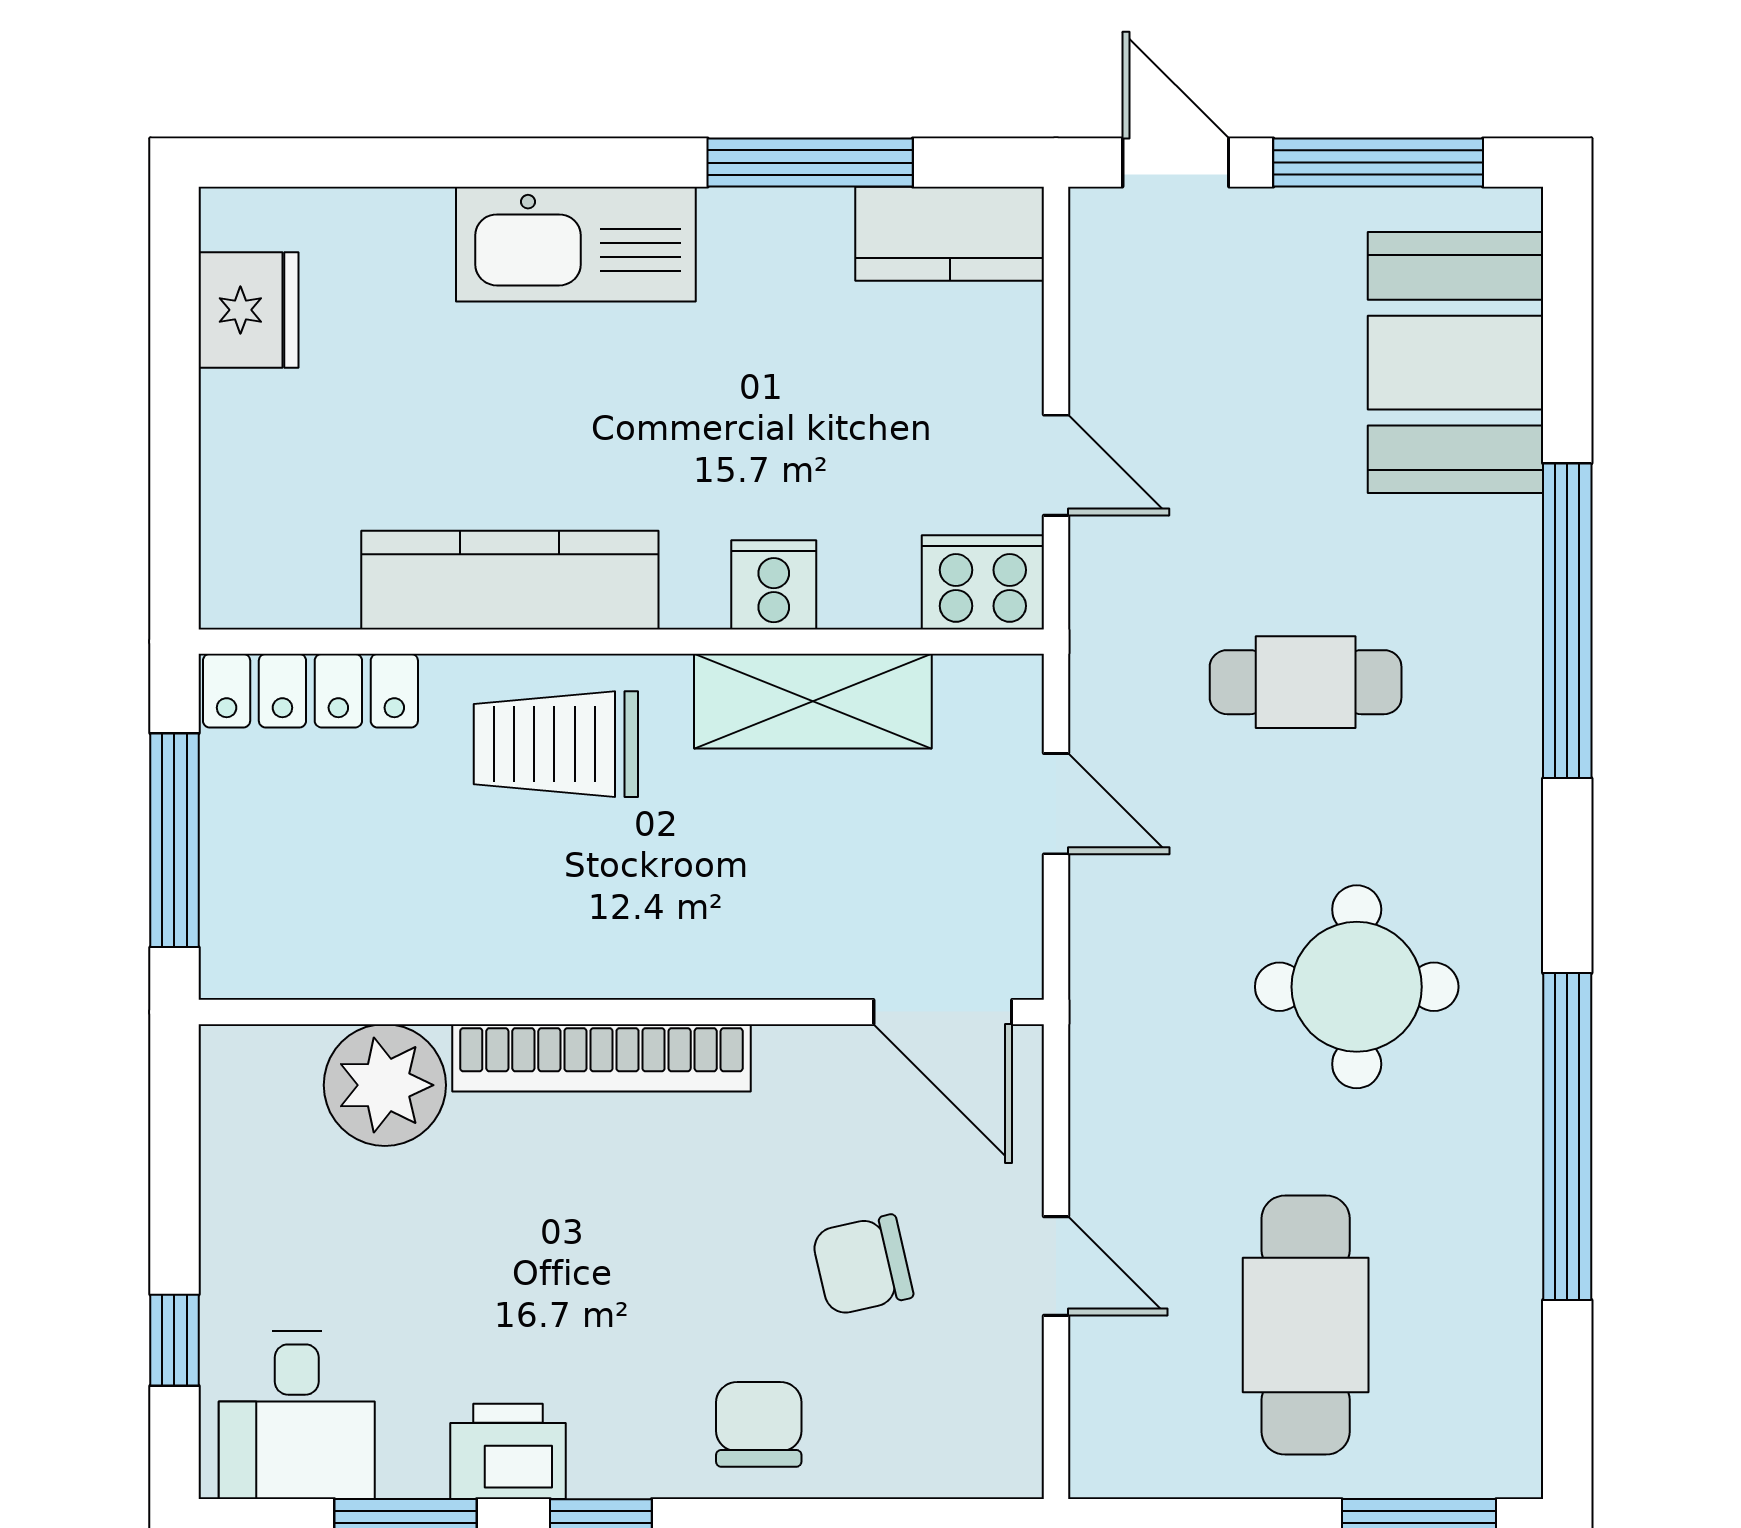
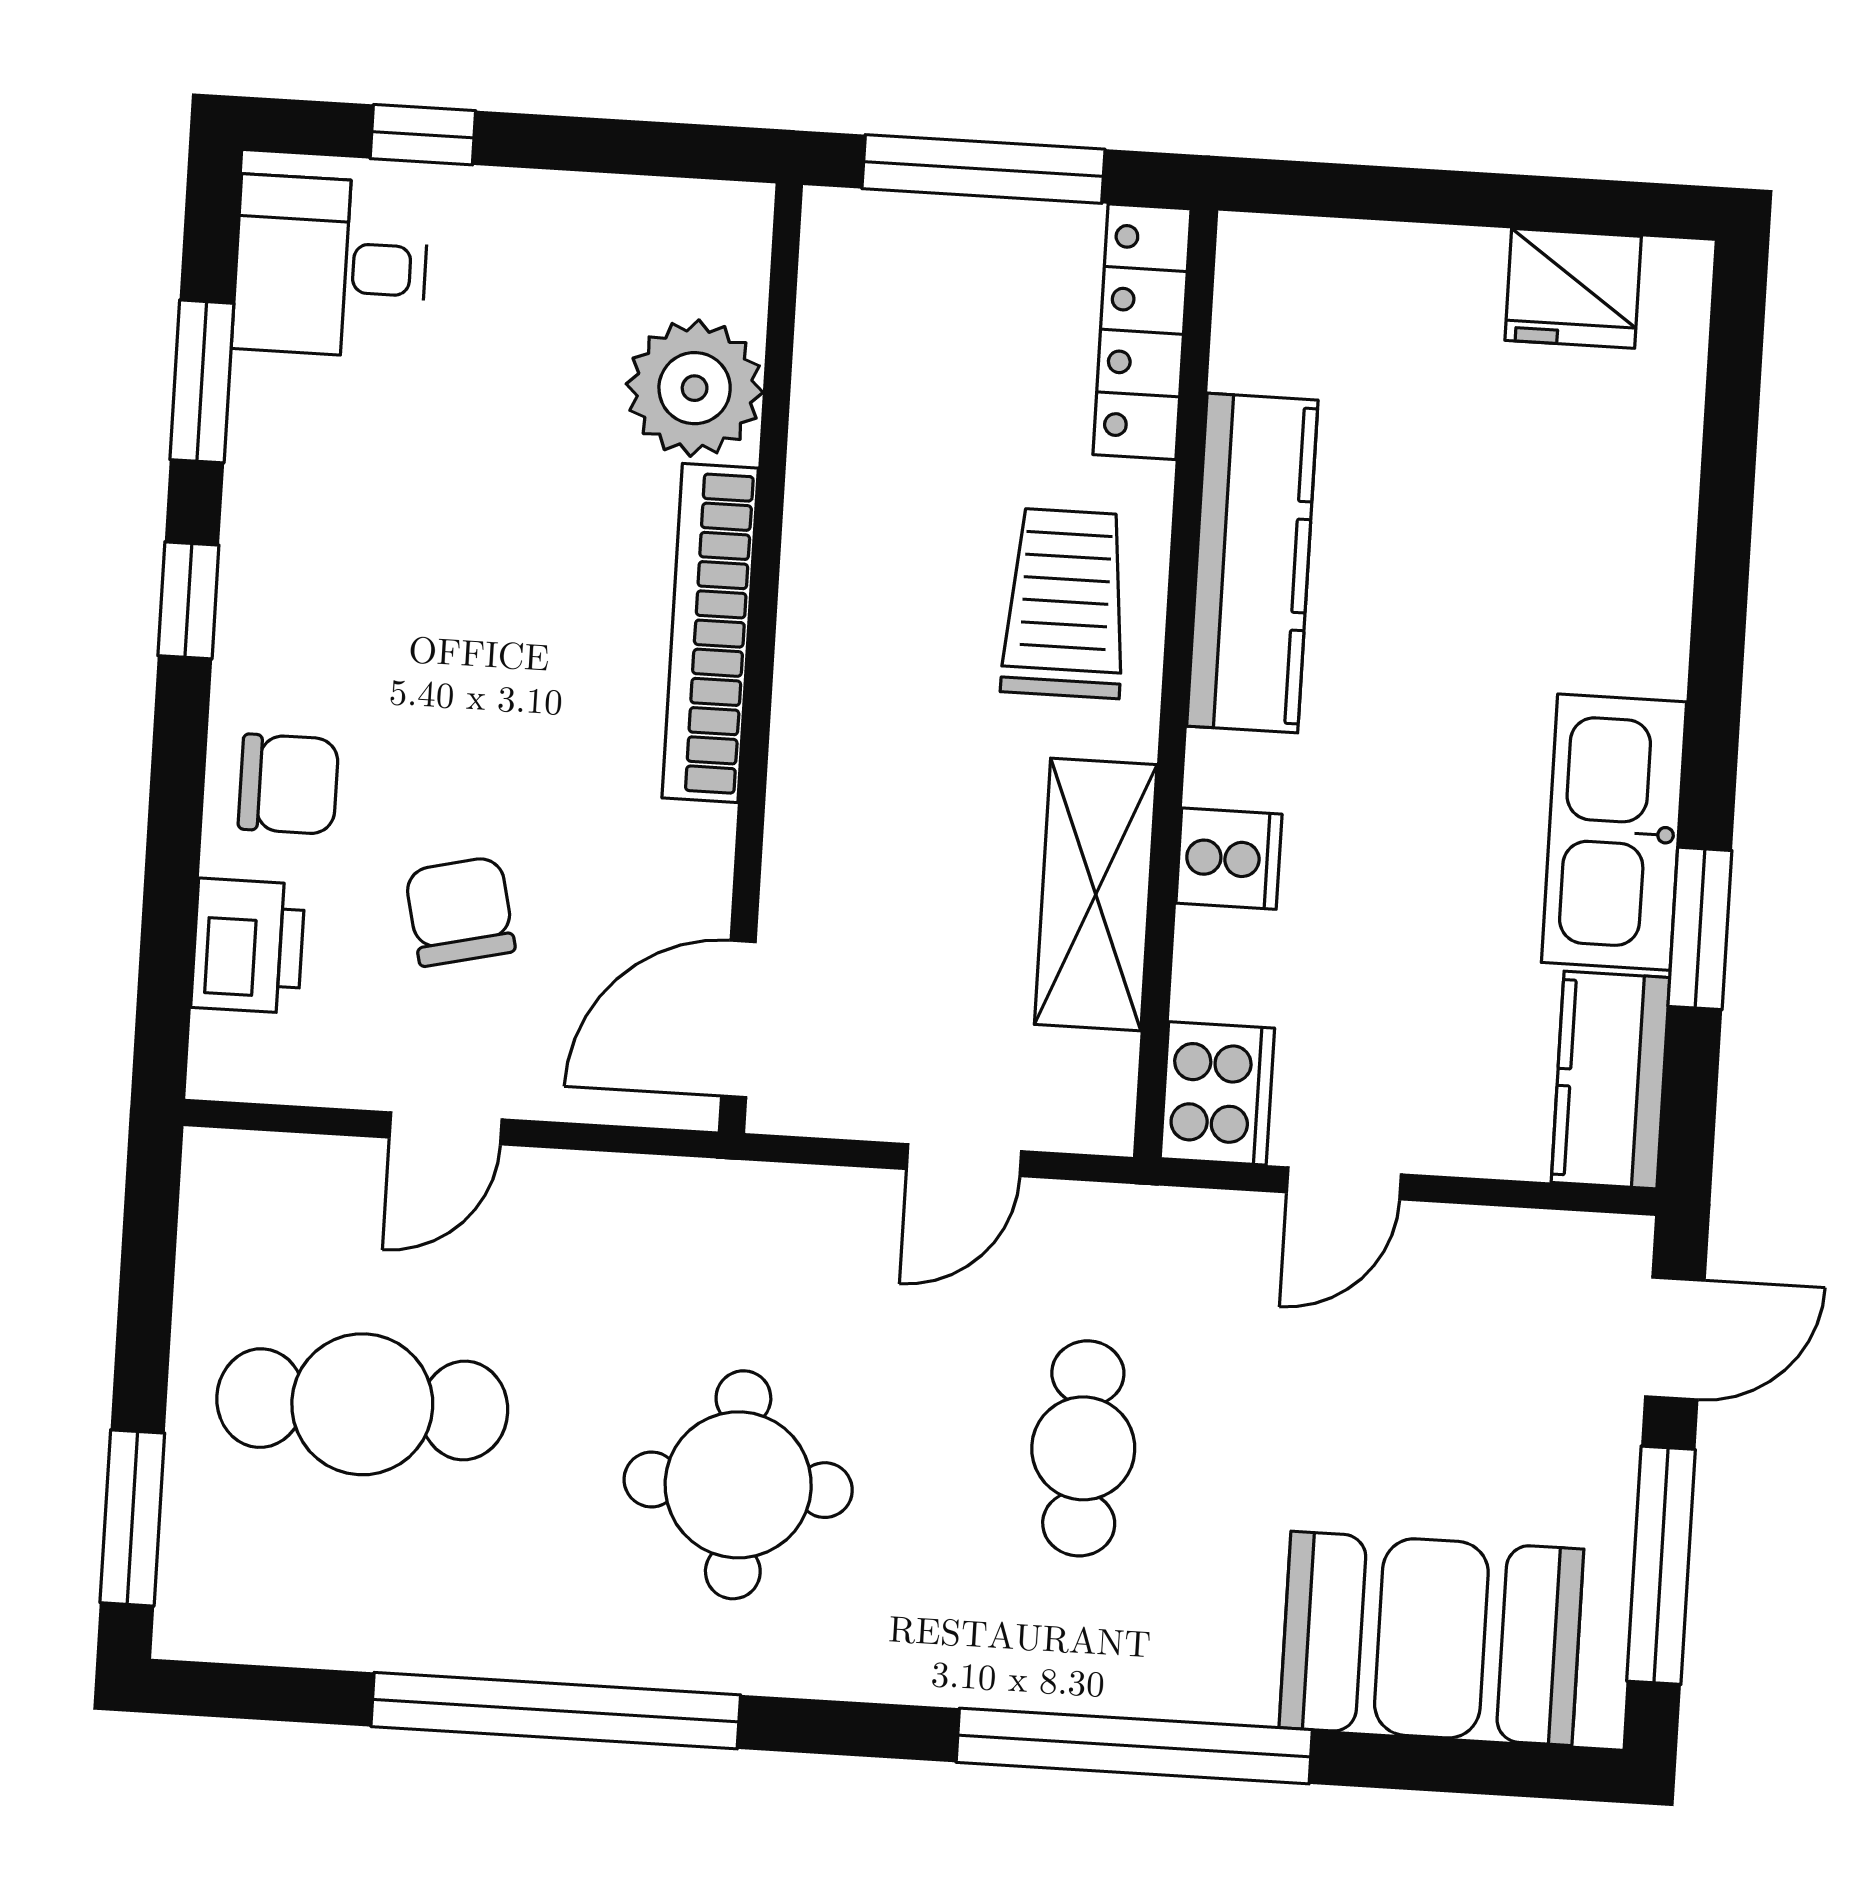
window: (810, 163) -> (1700, 928), width x0.69
kitchen sink: (576, 244) -> (1614, 832), moved
printer: (508, 1451) -> (248, 946), moved

